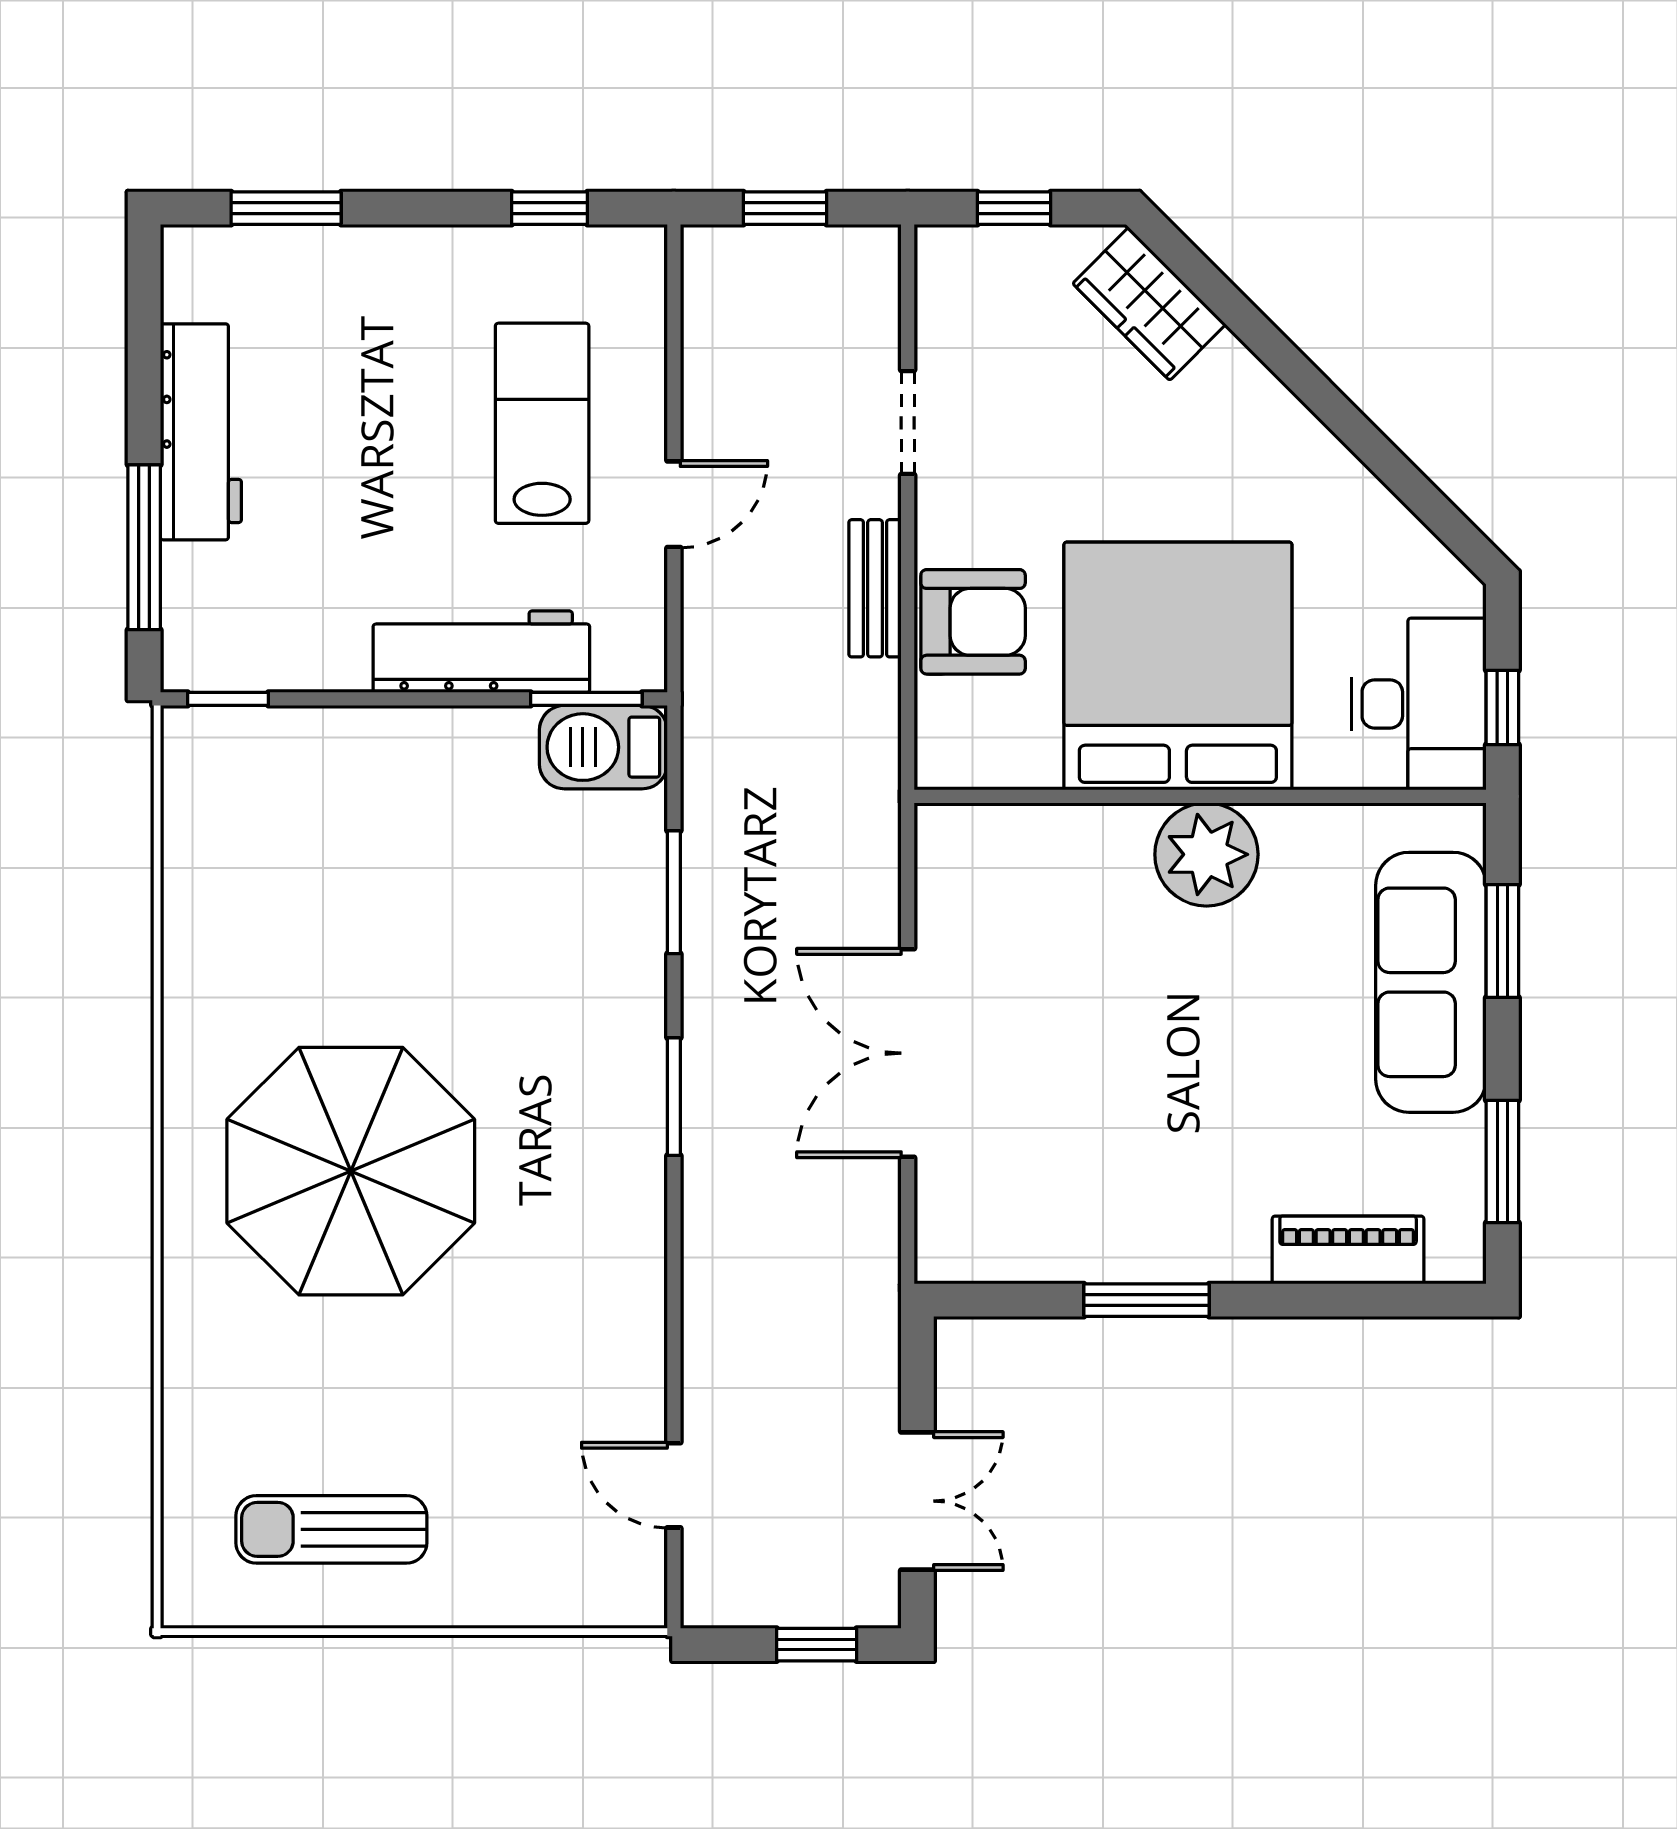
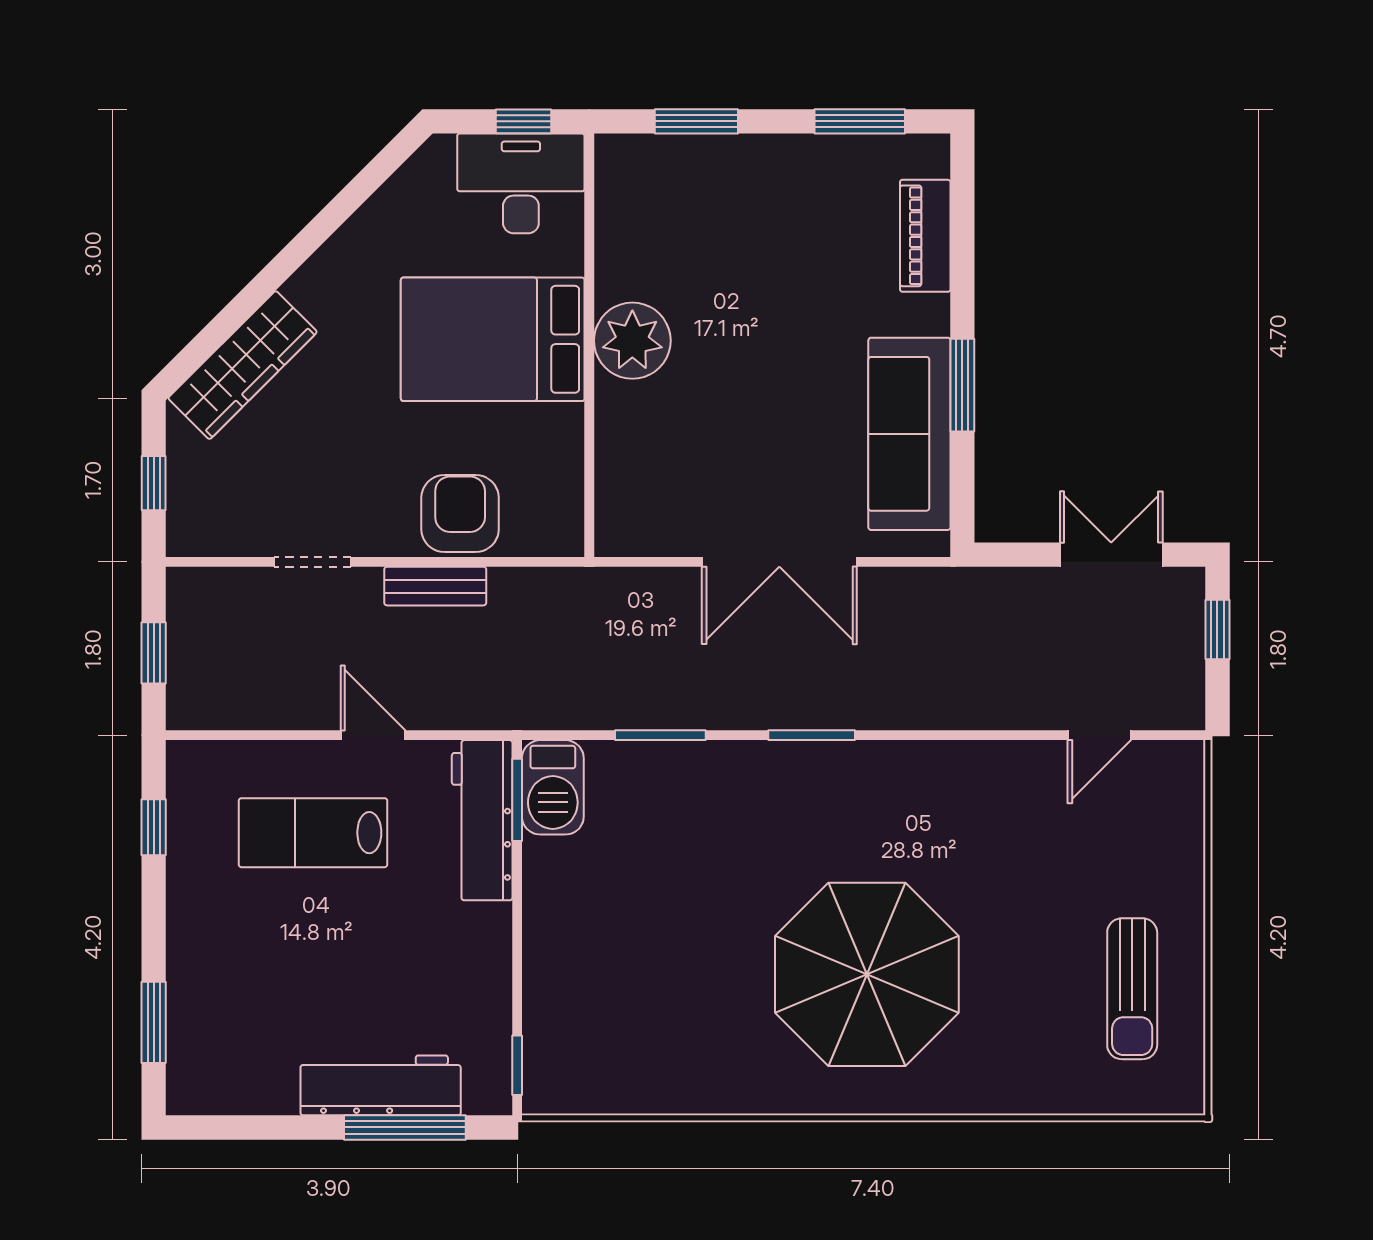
wardrobe: (1149, 304) -> (243, 365), width x1.50
workbench: (201, 432) -> (381, 1085), moved
workbench: (481, 652) -> (482, 820), moved
bed: (1178, 666) -> (493, 339), width x0.73
sofa: (1431, 982) -> (909, 434), moved, turned 90

